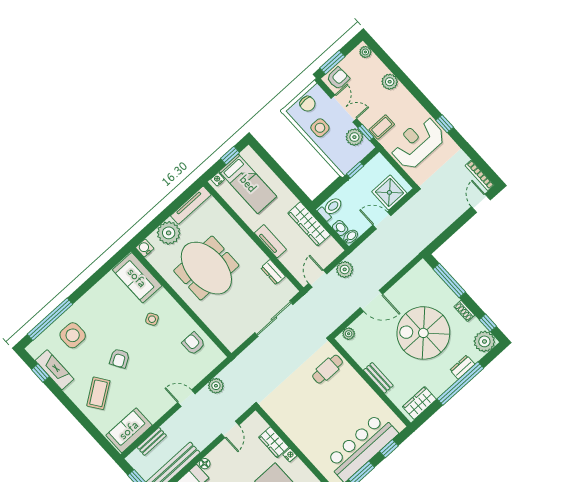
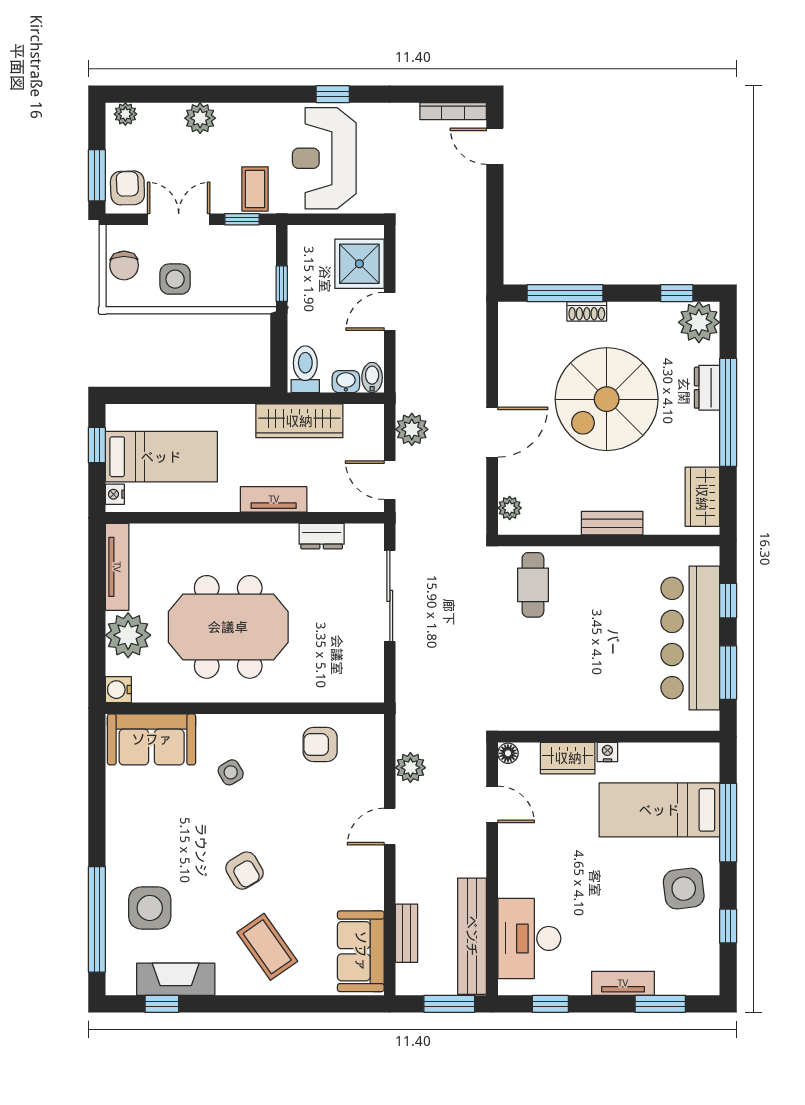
chair: (308, 104) -> (124, 265), turned 89
plant: (354, 137) -> (234, 242), removed
shoe rack: (464, 311) -> (587, 311), moved
floor lamp: (205, 464) -> (508, 753), moved

